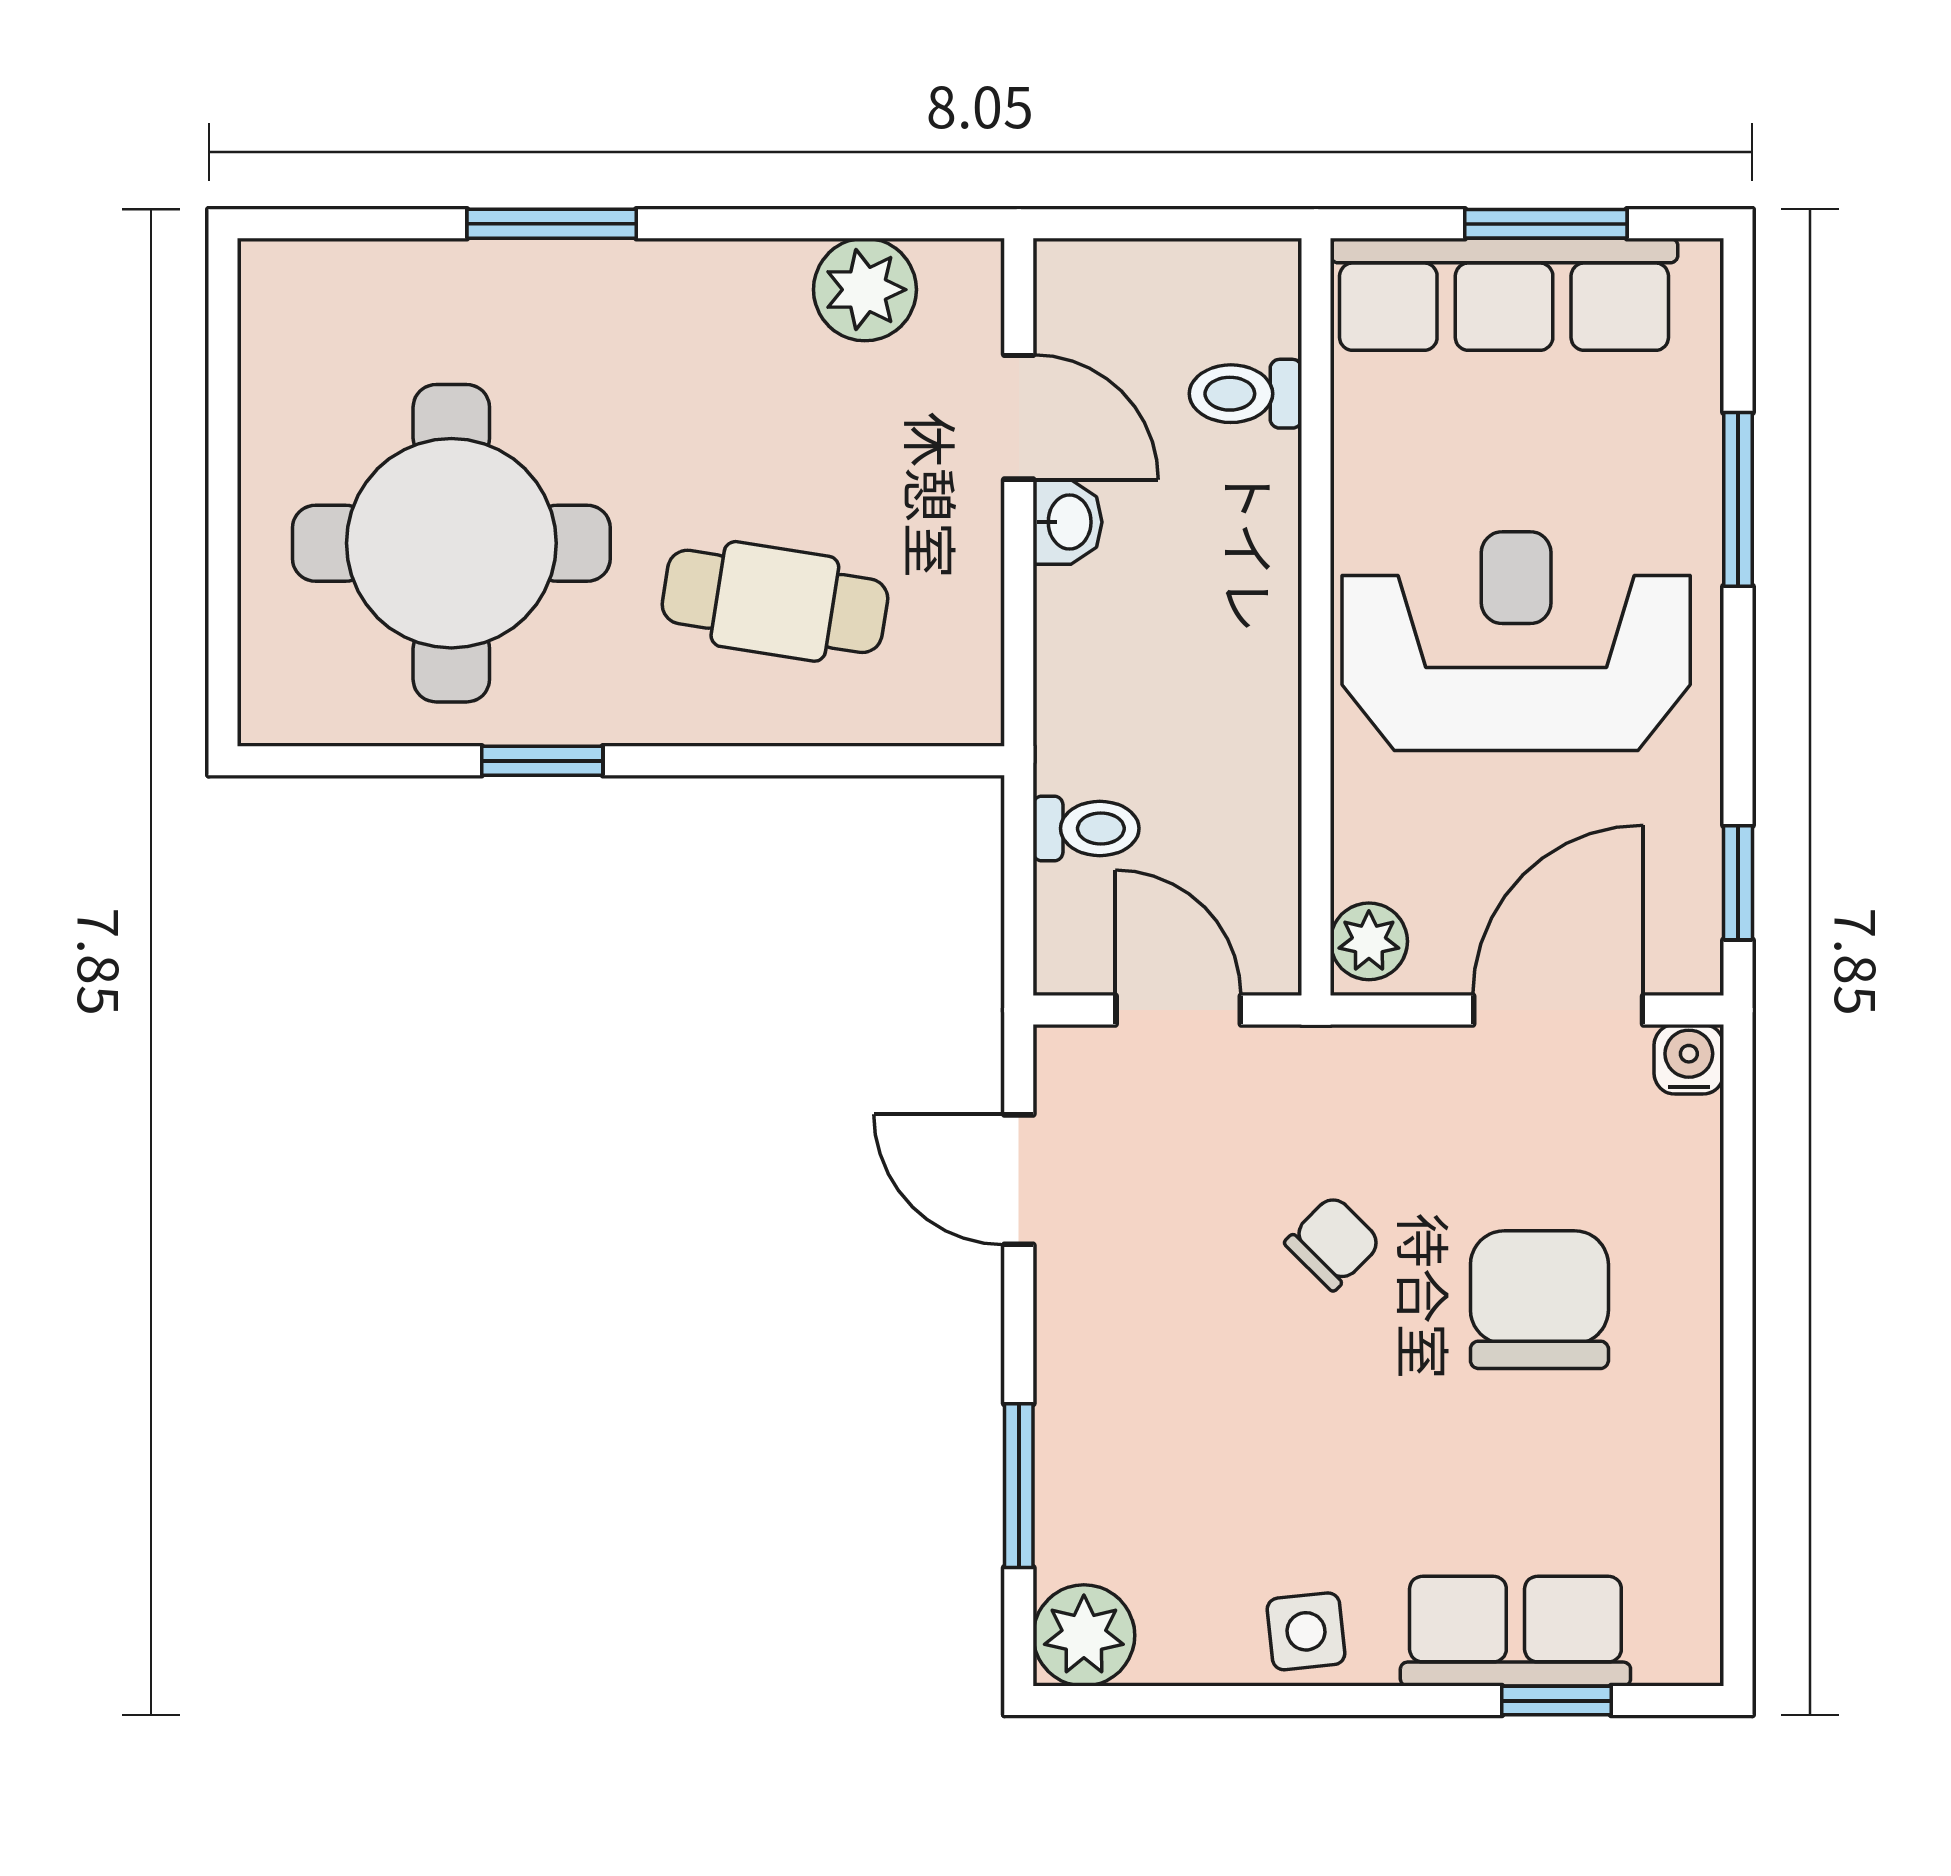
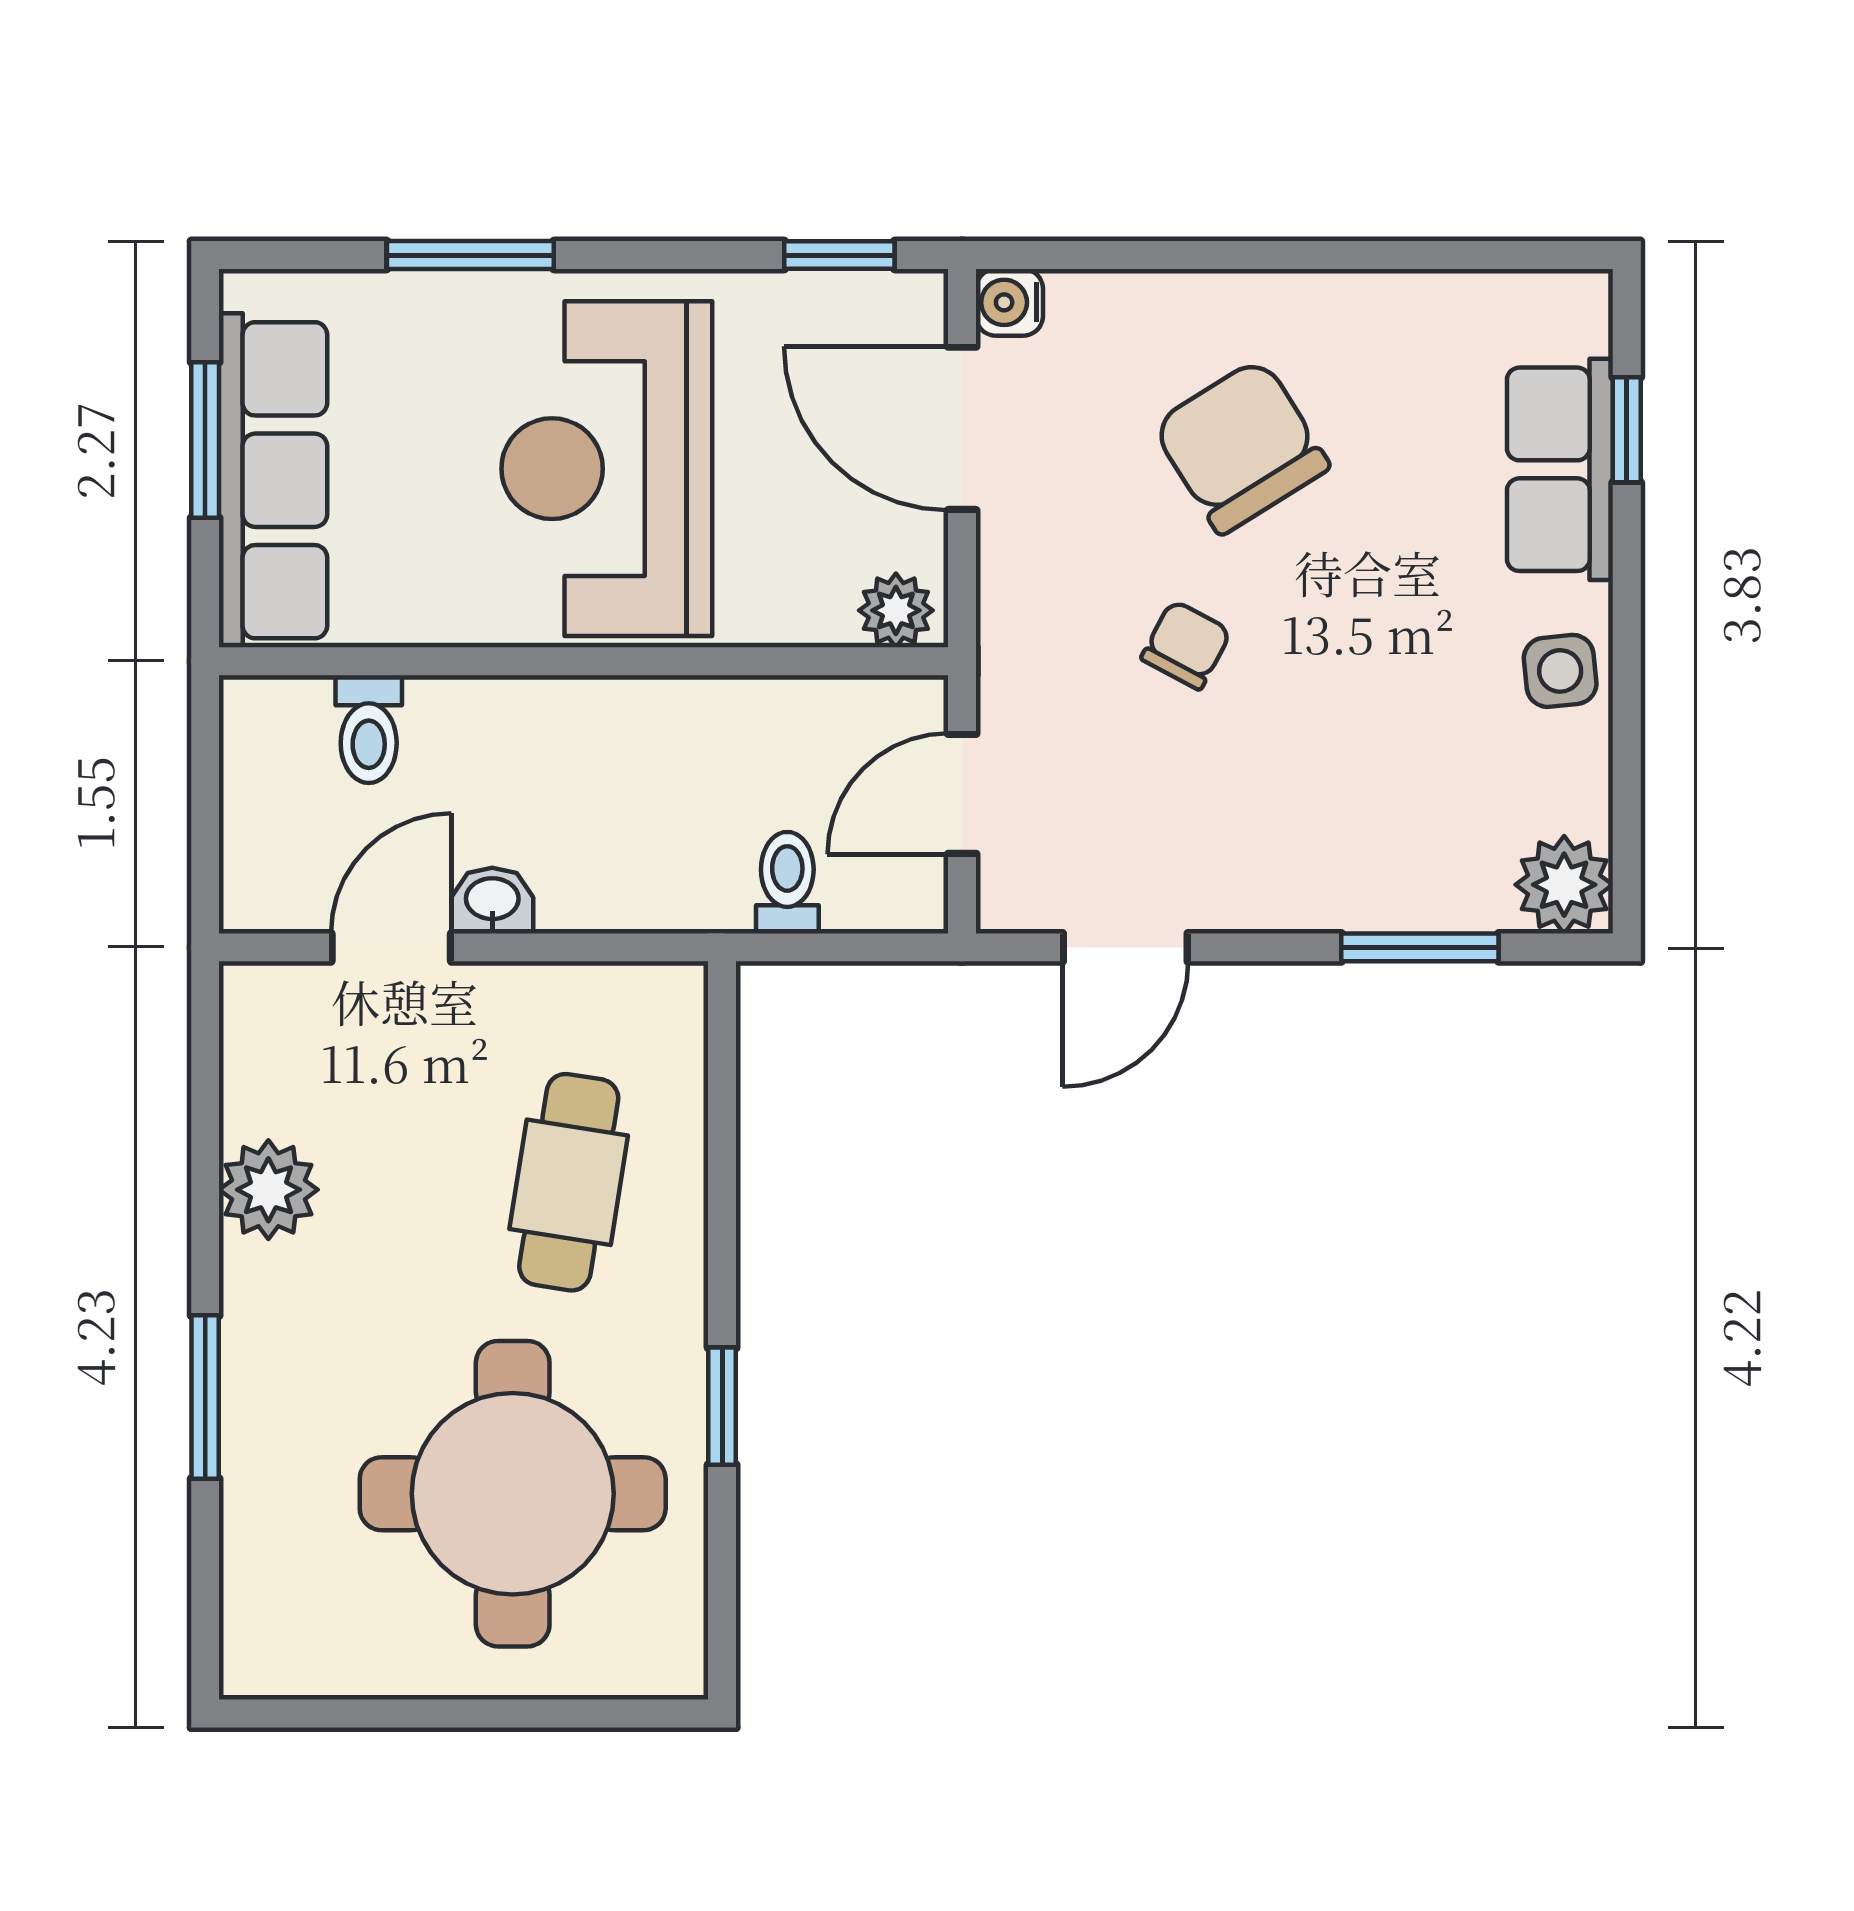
plant: (865, 290) -> (268, 1190), moved
chair: (1333, 1243) -> (1186, 645), turned 73
chair: (1539, 1300) -> (1241, 446), turned 58

